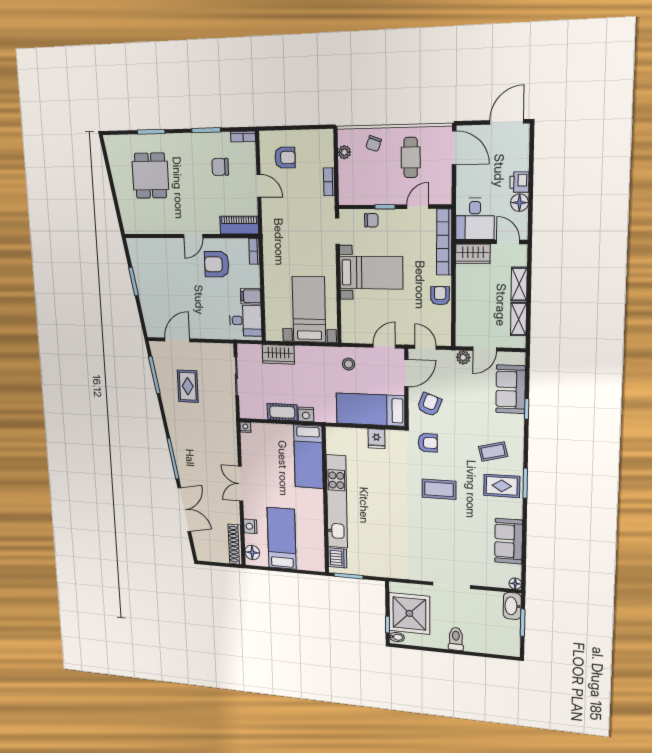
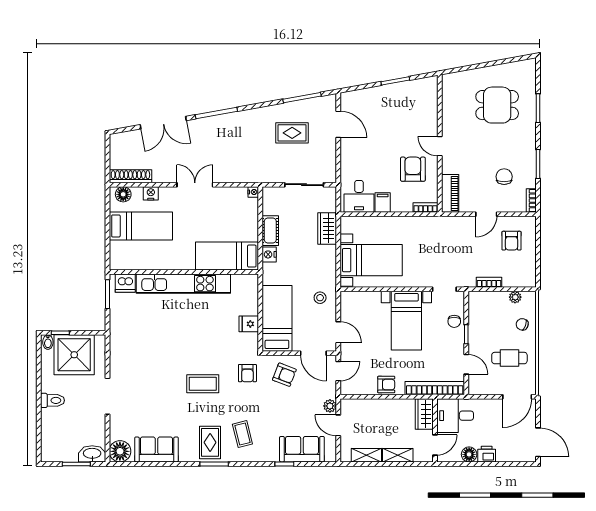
coffee table: (439, 489) -> (203, 384), turned 90
floor lamp: (515, 584) -> (120, 451), width x1.89, depth x1.89

